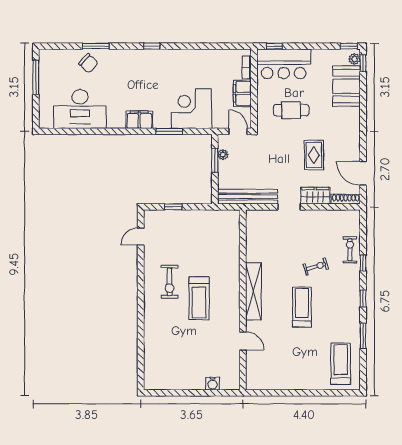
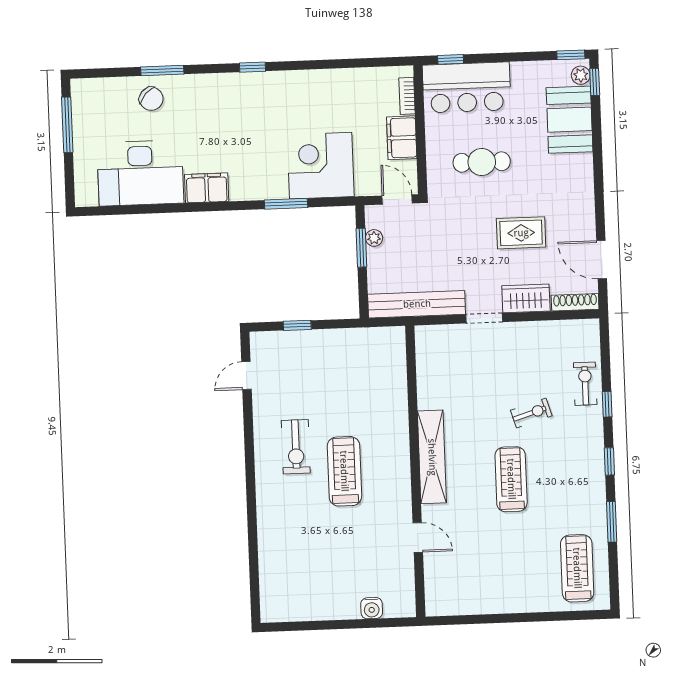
filing cabinet: (139, 120) -> (207, 188), moved
rug: (314, 155) -> (521, 233), turned 90
treadmill: (199, 298) -> (344, 471), turned 180

